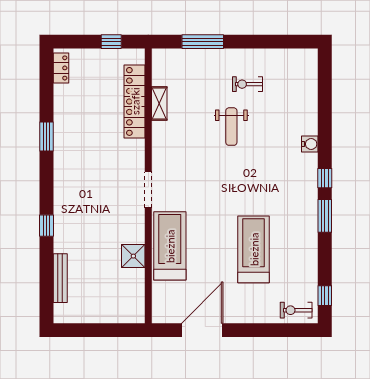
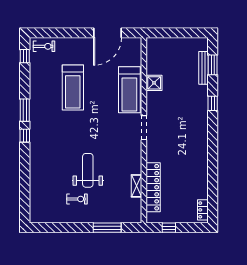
weight bench: (231, 127) -> (88, 170), width x1.36, depth x1.33
window: (46, 136) -> (213, 65), moved
water cooler: (310, 144) -> (35, 159), removed

